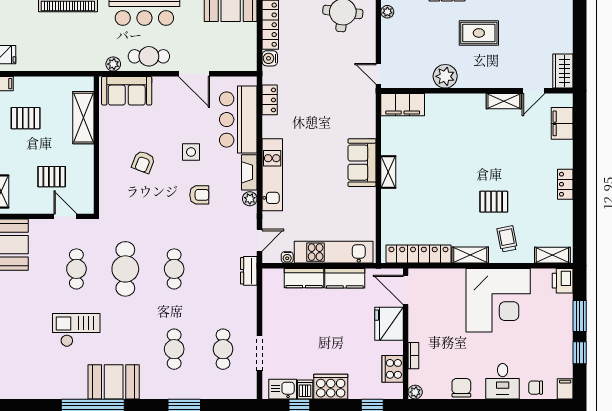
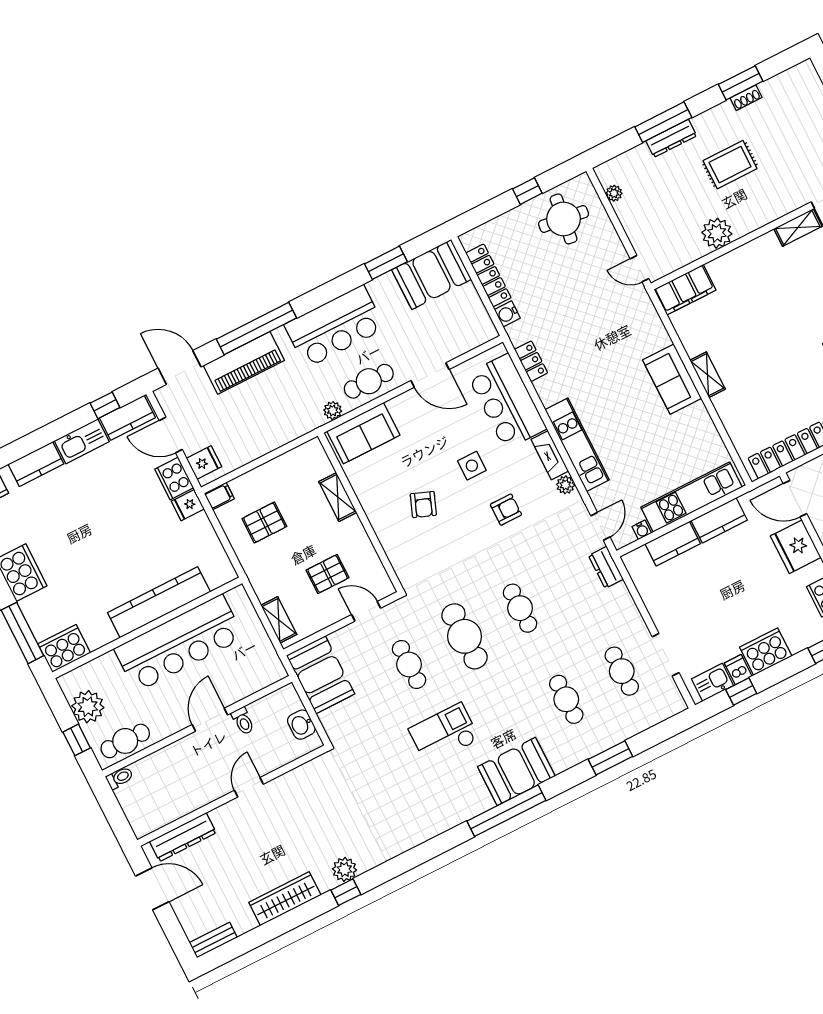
shelving: (83, 118) -> (338, 497), width x0.67, depth x0.75

